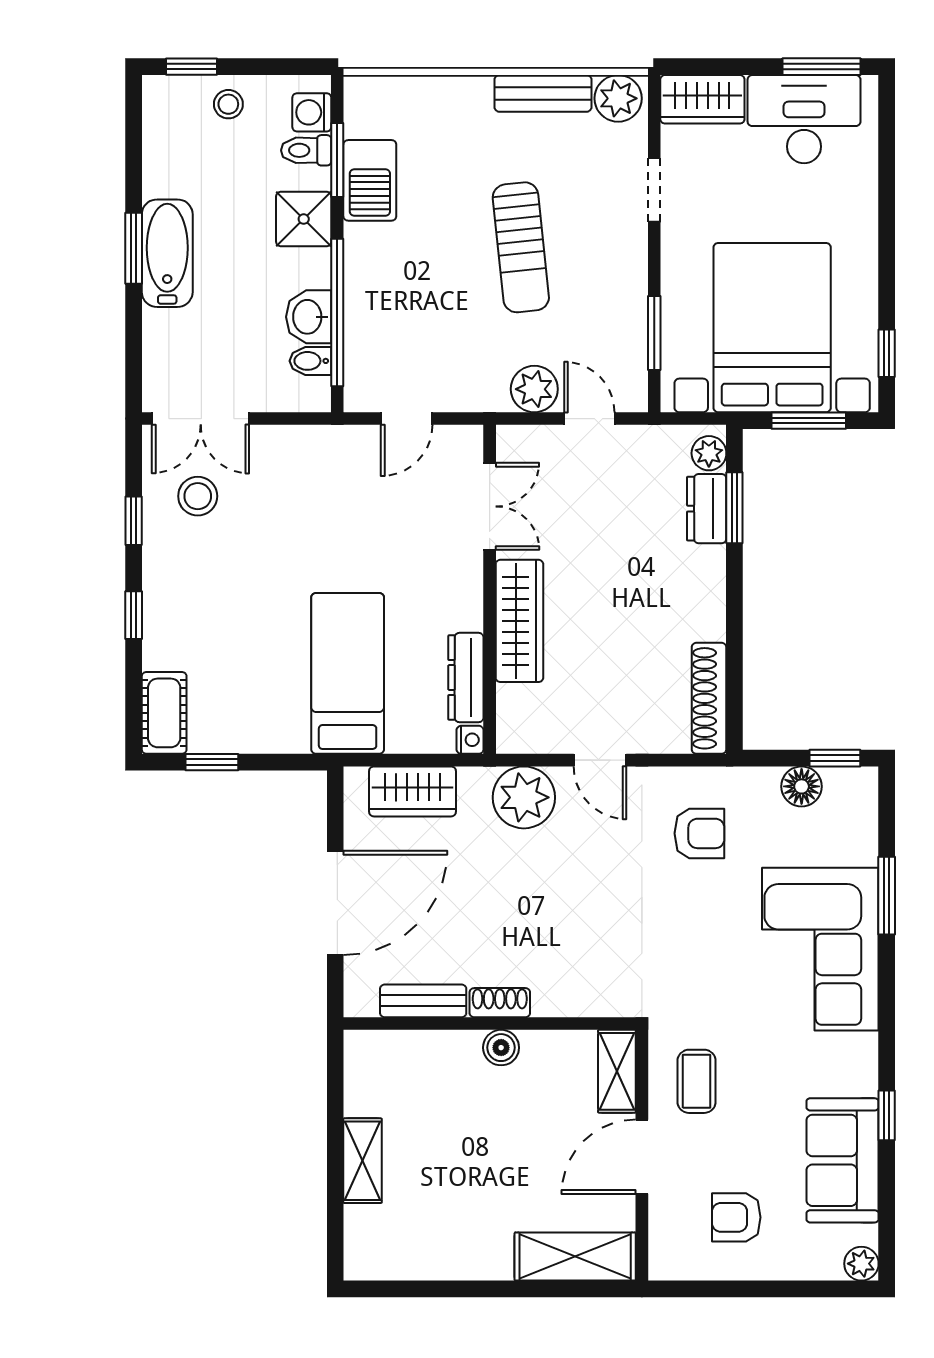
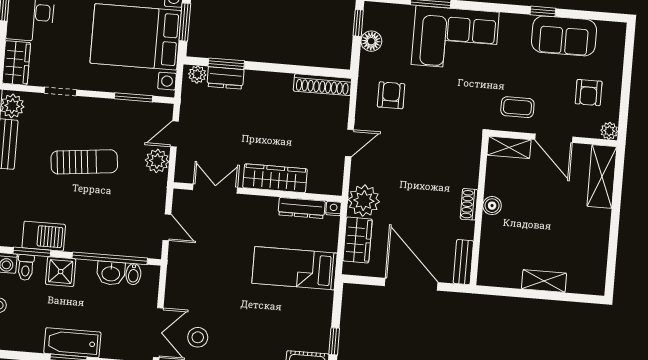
plant: (524, 797) -> (364, 201), moved
bench: (423, 1001) -> (463, 262), moved
plant: (861, 1264) -> (609, 131), moved

